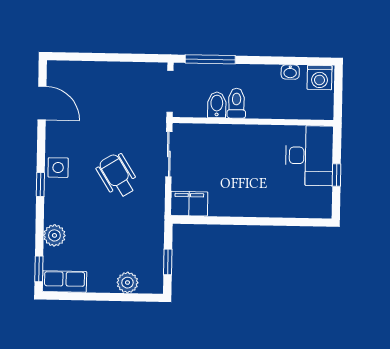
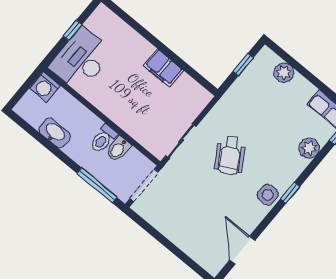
washbasin: (290, 72) -> (55, 133), width x1.91, depth x1.45
washing machine: (320, 78) -> (45, 87), moved, turned 180
filing cabinet: (189, 204) -> (163, 68), moved

